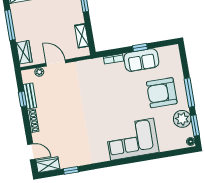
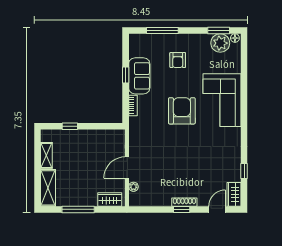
shelving: (82, 36) -> (103, 135), removed
window: (189, 92) -> (162, 31), moved
armchair: (162, 93) -> (178, 60), width x0.53, depth x0.53
bench: (30, 96) -> (157, 201), removed
window: (23, 99) -> (182, 209), moved
armchair: (116, 104) -> (182, 111), added
plant: (182, 119) -> (220, 43), moved

